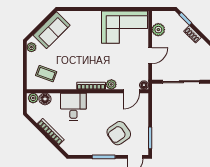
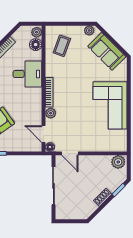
corner sofa: (125, 27) -> (110, 105), moved
plant: (158, 30) -> (118, 162), moved
door: (150, 56) -> (70, 153), moved

